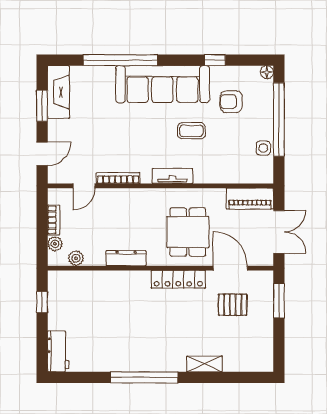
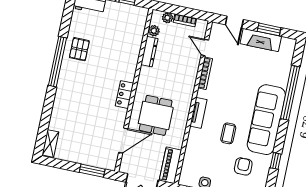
fireplace: (58, 92) -> (261, 40), moved
dining table: (188, 232) -> (156, 115), turned 90
dresser: (126, 258) -> (149, 52), moved
locker: (178, 279) -> (124, 95), width x0.66
pallet: (233, 305) -> (79, 49), moved
shelving: (204, 364) -> (50, 143), moved

